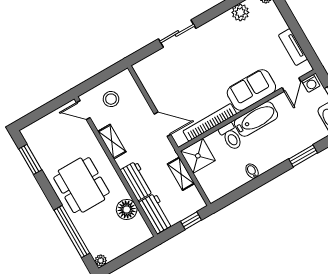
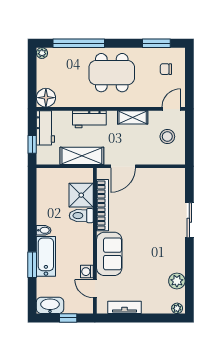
washing machine: (311, 83) -> (87, 272), moved
bathtub: (256, 119) -> (46, 256), moved, turned 180
chair: (49, 137) -> (166, 69), added
shower: (198, 156) -> (81, 195), moved
bidet: (252, 171) -> (44, 230), moved
shelving: (181, 174) -> (82, 156), width x1.50, depth x1.33
floor lamp: (127, 209) -> (46, 98), moved
workbench: (156, 213) -> (45, 128), moved, turned -90

